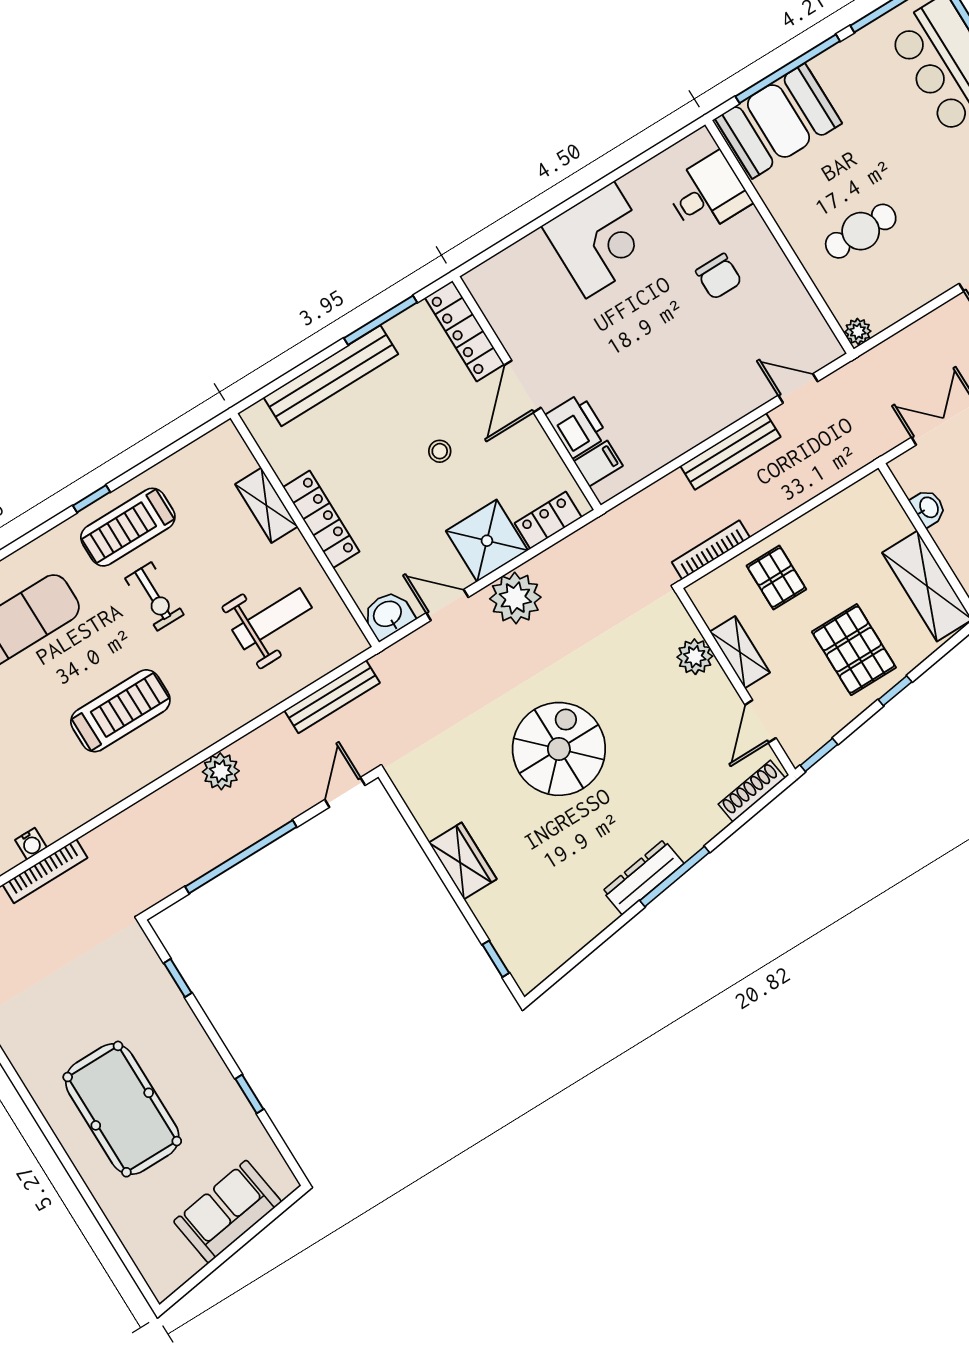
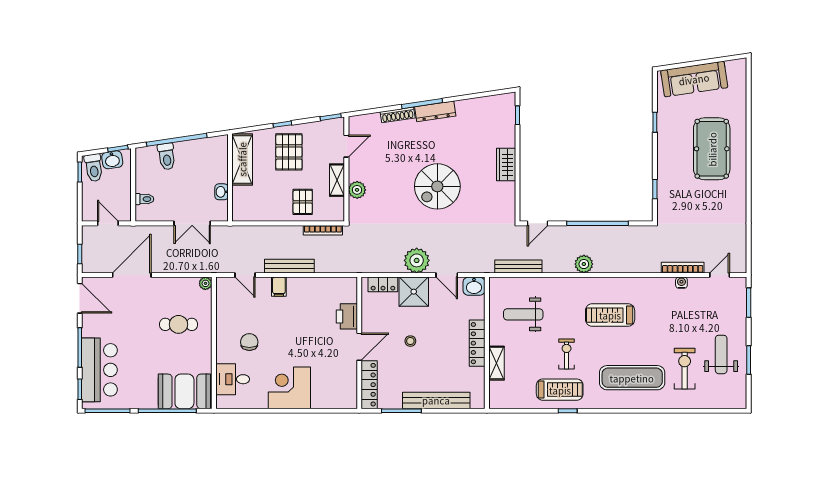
filing cabinet: (598, 464) -> (279, 287), moved, turned -90
shoe rack: (752, 791) -> (398, 115), moved
sofa: (227, 1212) -> (694, 79), width x1.36

